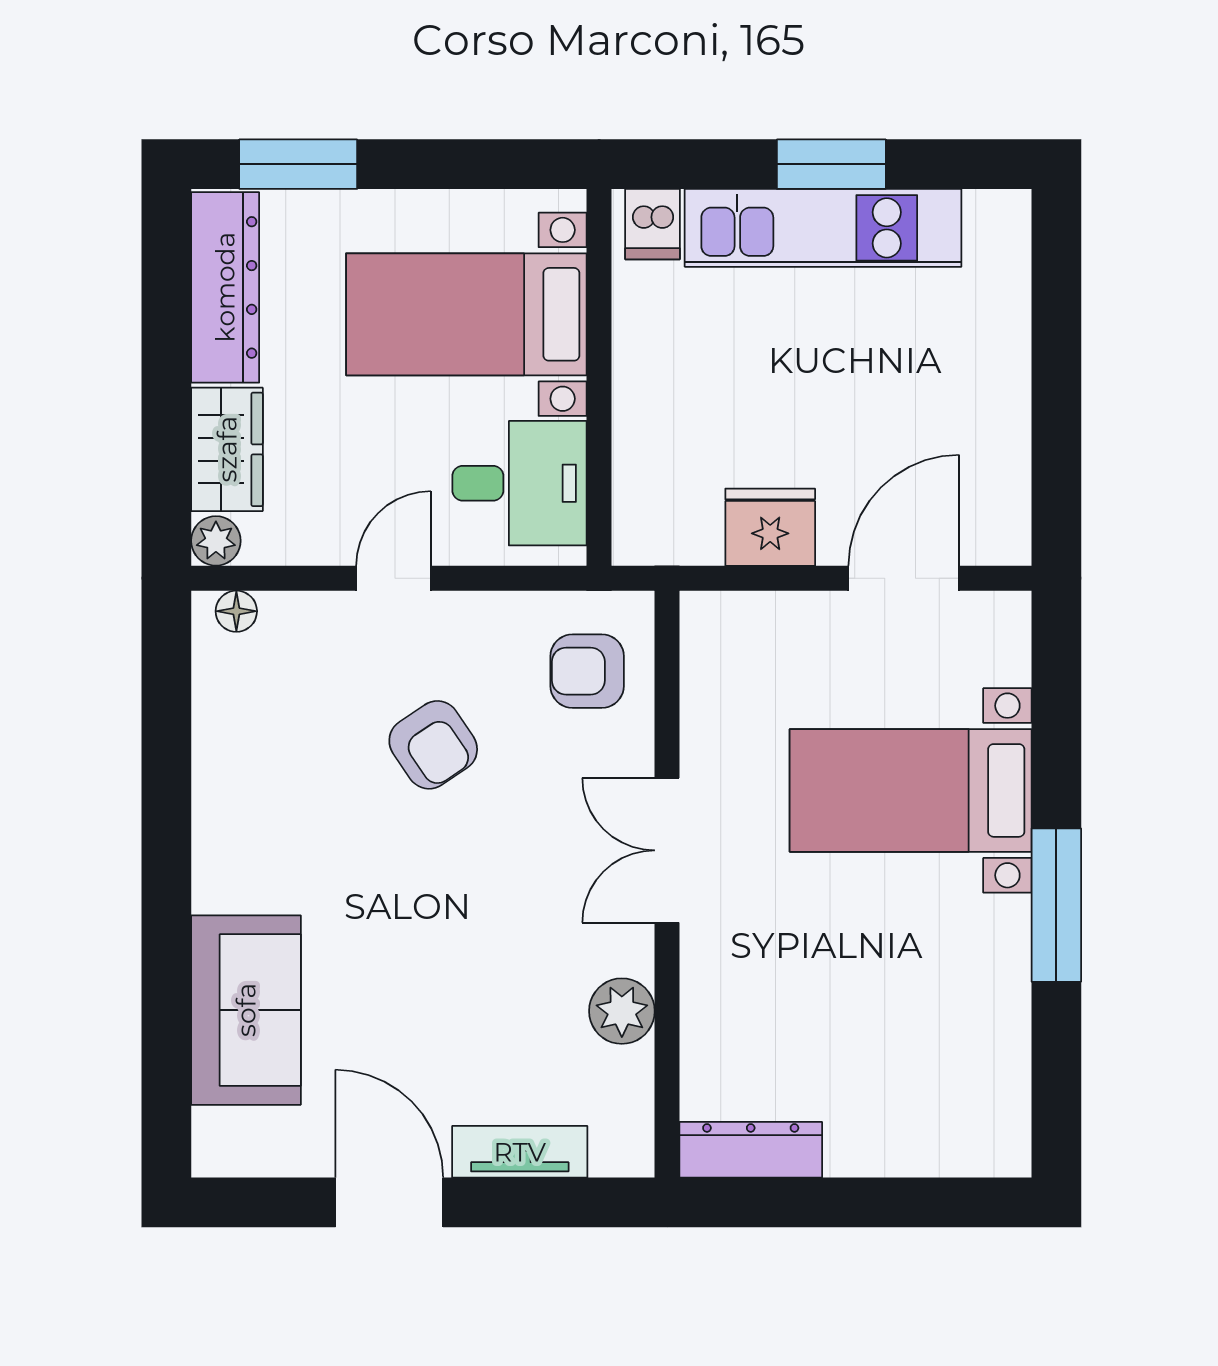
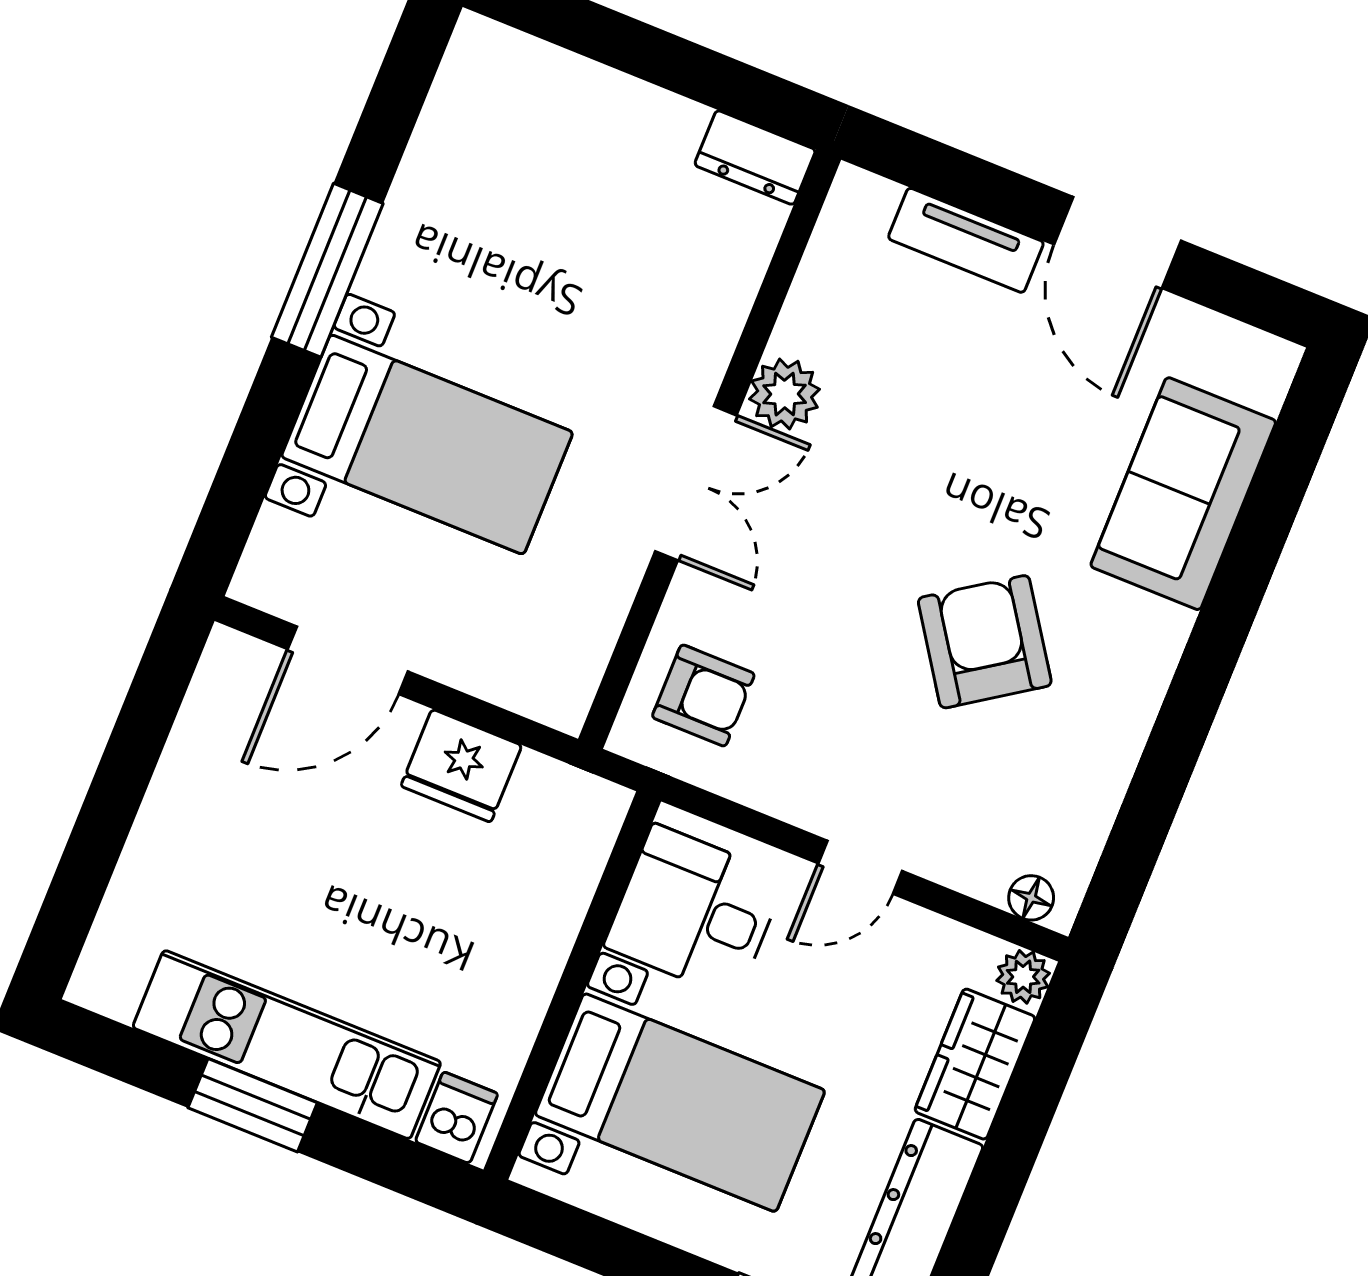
armchair: (433, 745) -> (985, 642), moved, width x1.38, depth x1.38
plant: (622, 1011) -> (785, 394), moved
dresser: (751, 1150) -> (755, 158), width x0.70

